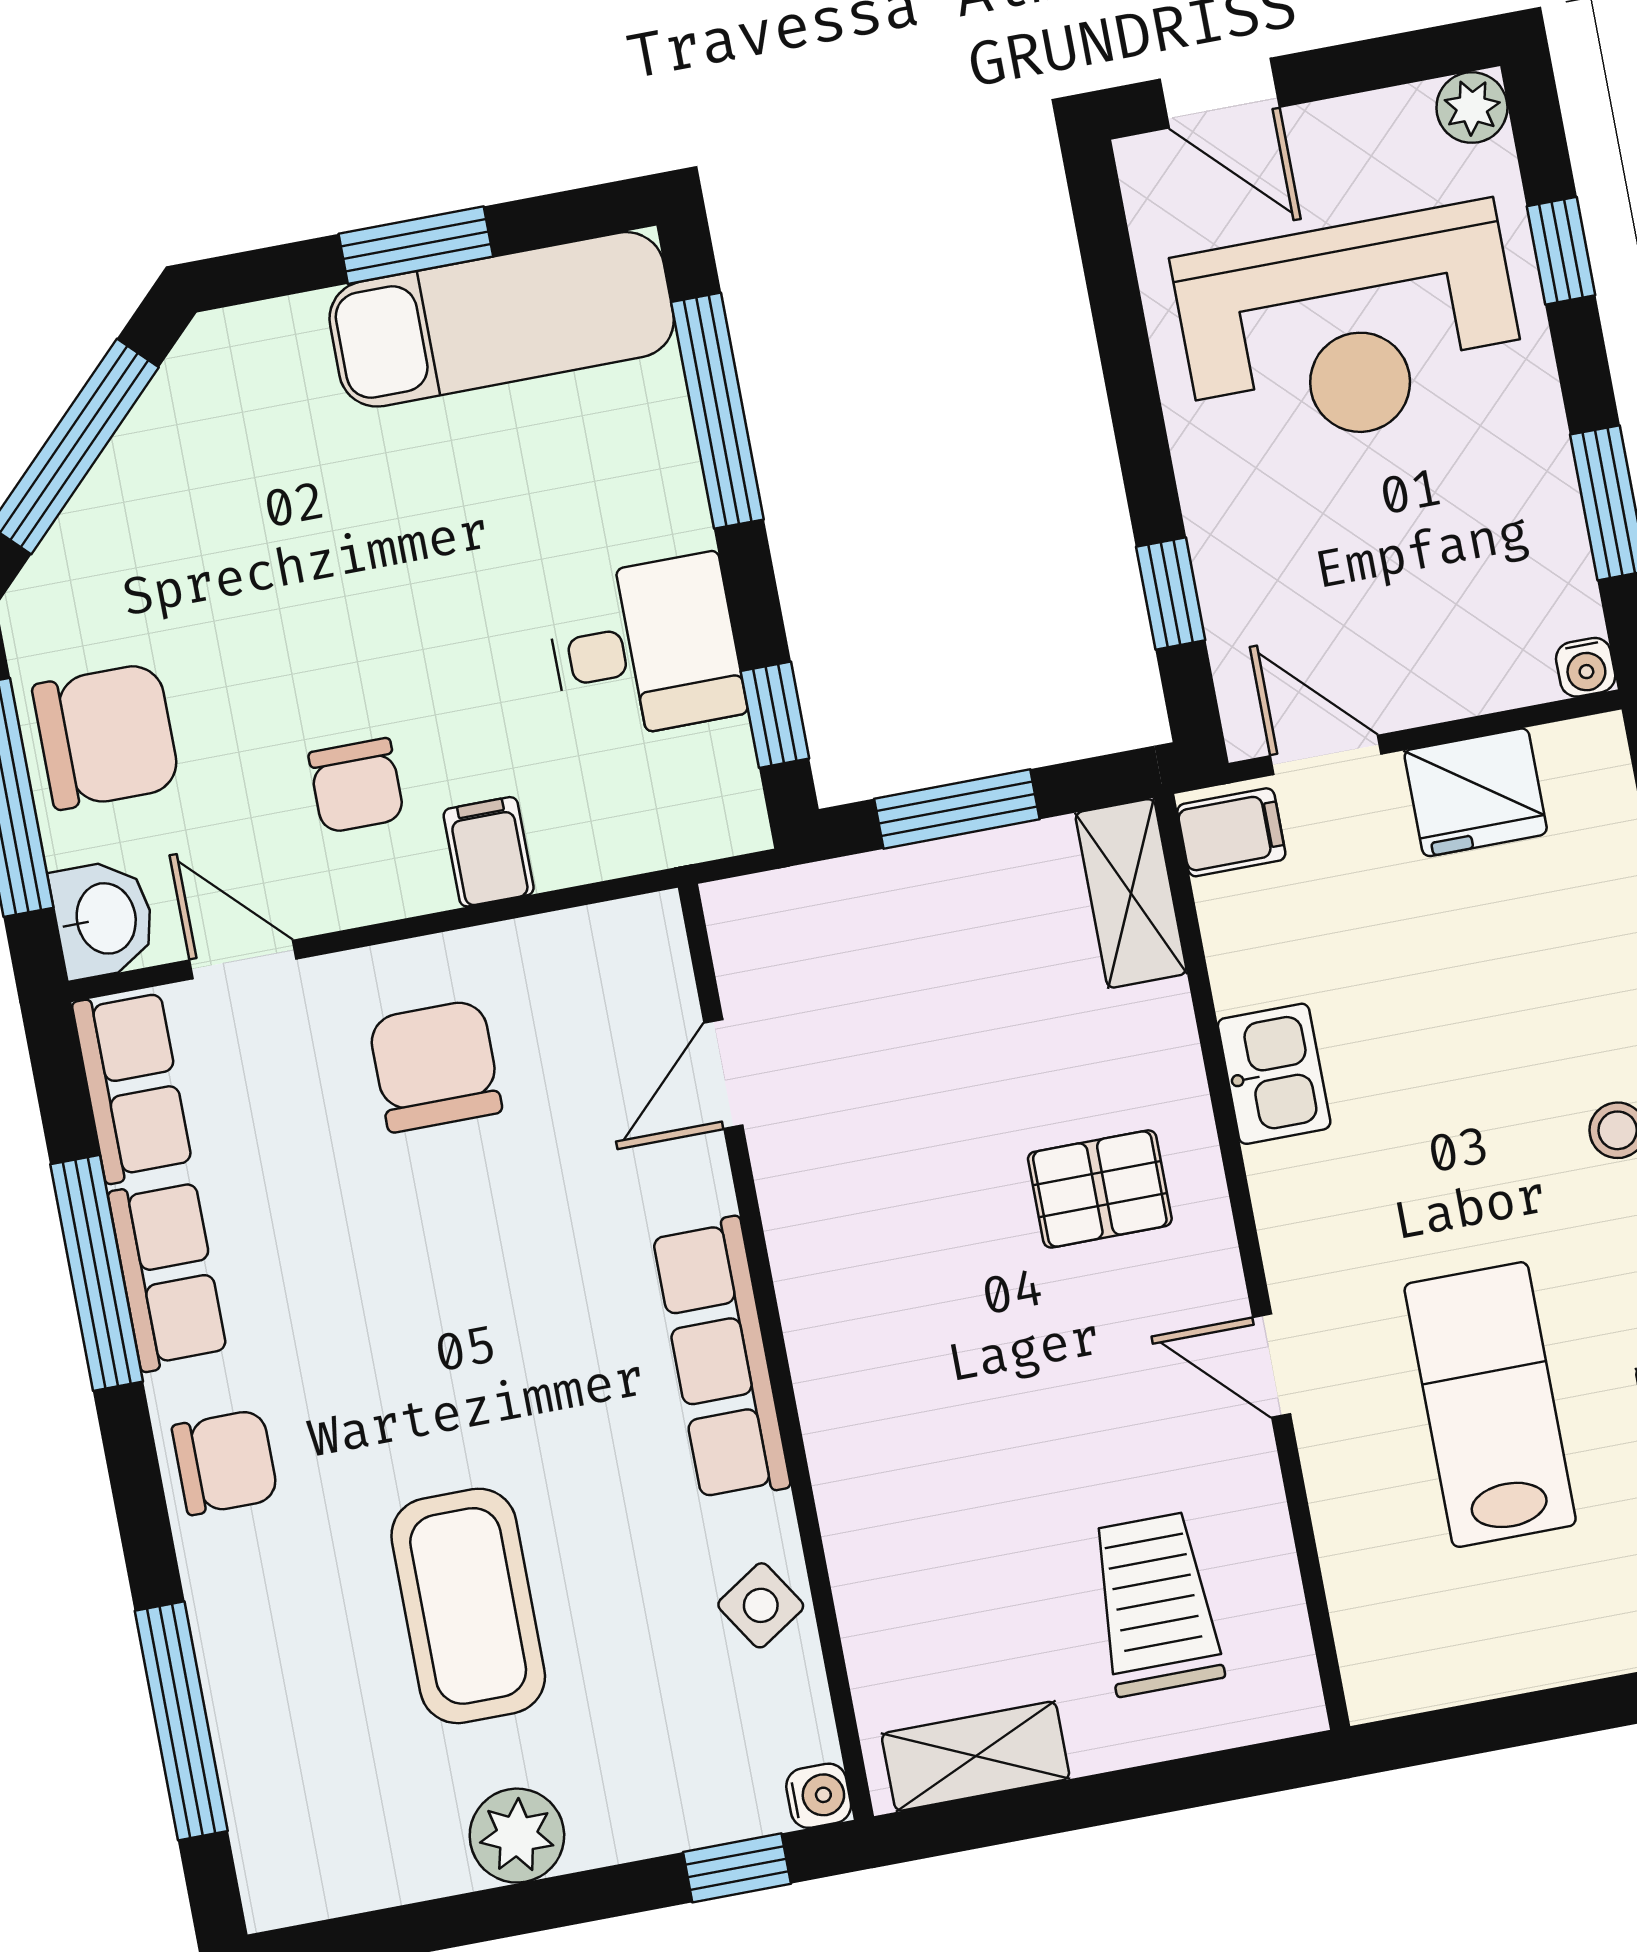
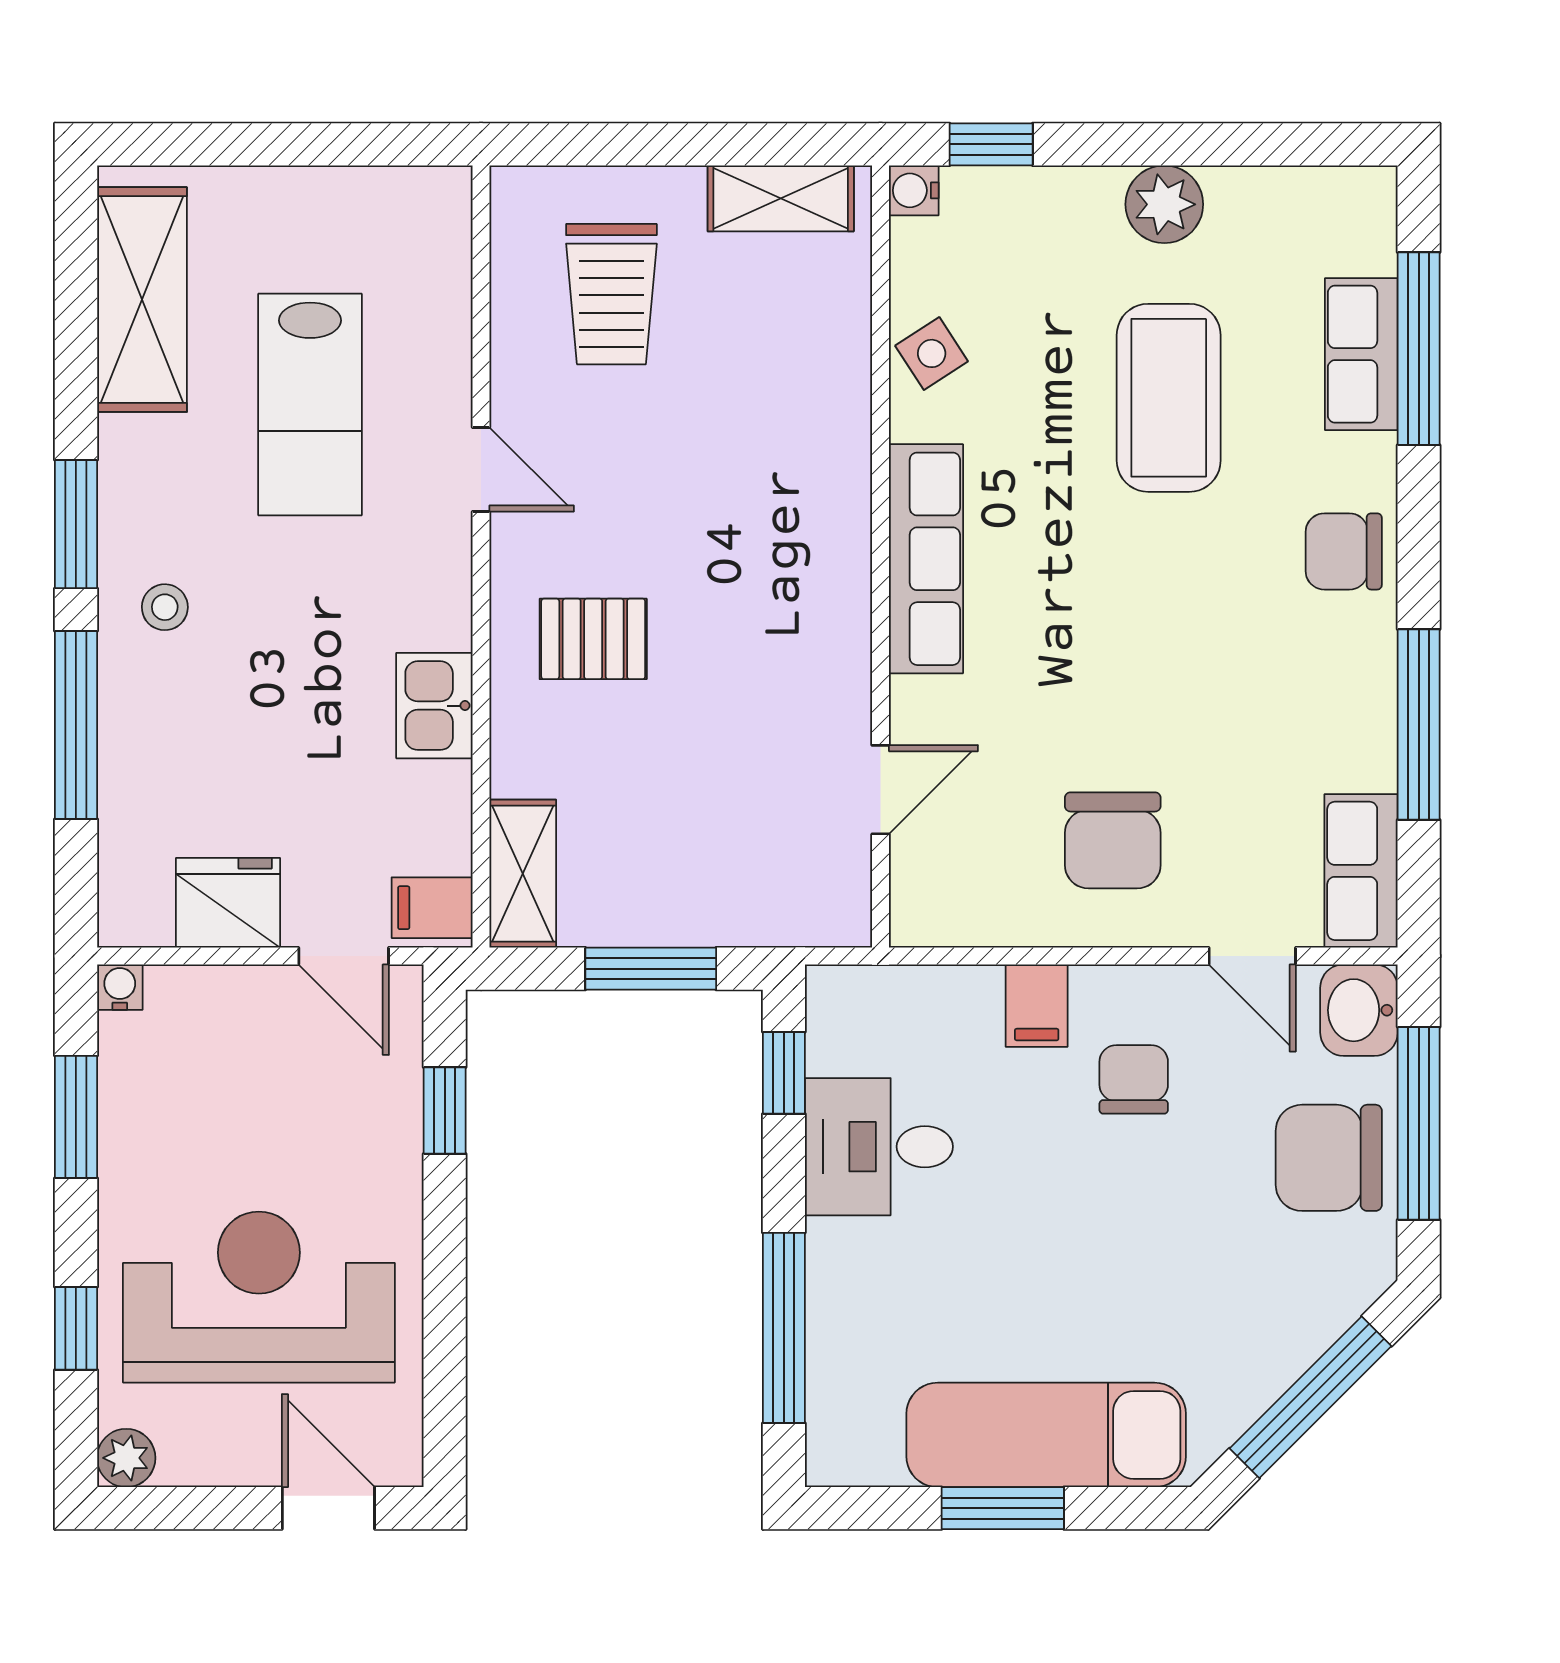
exam couch: (502, 319) -> (1046, 1435), moved
row of seats: (168, 1274) -> (1361, 354), moved

